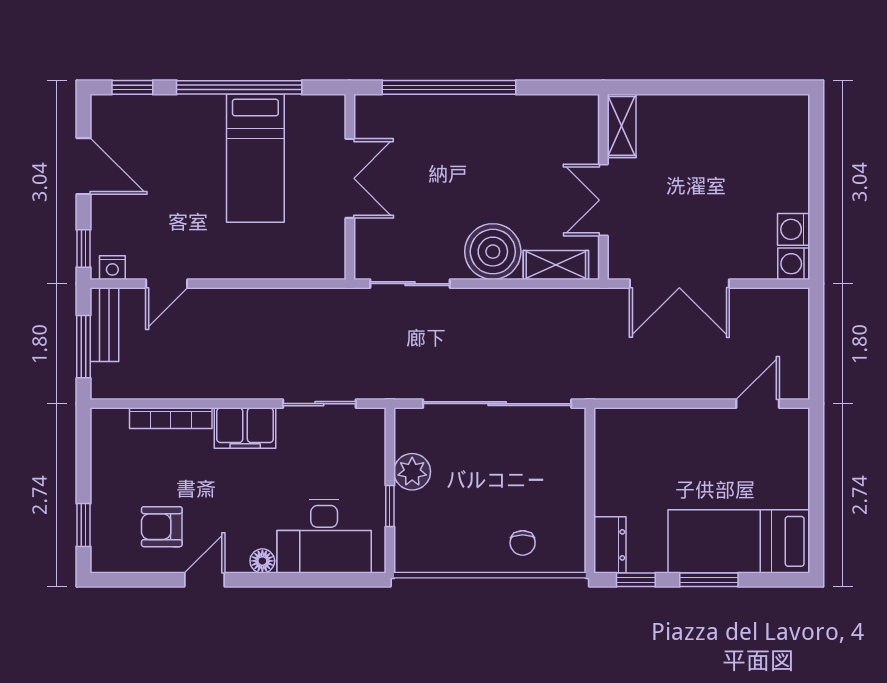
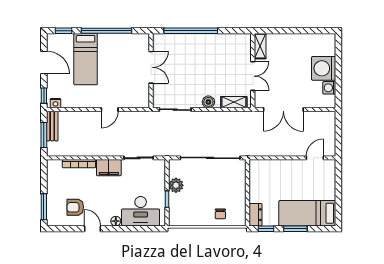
bed: (255, 158) -> (86, 59), moved
double door: (603, 200) -> (253, 76), swing flipped
boiler: (493, 252) -> (208, 102), width x0.54, depth x0.54
washing machine: (794, 264) -> (324, 68), moved, width x1.89, depth x1.89
door: (167, 284) -> (110, 110), moved
window: (84, 525) -> (44, 207), width x1.50
door: (205, 580) -> (93, 229), hinge flipped

